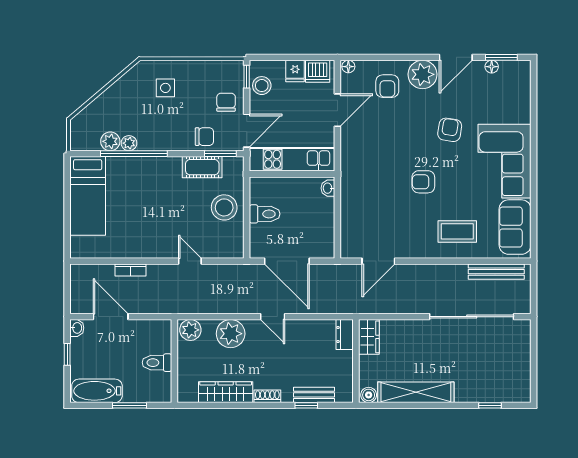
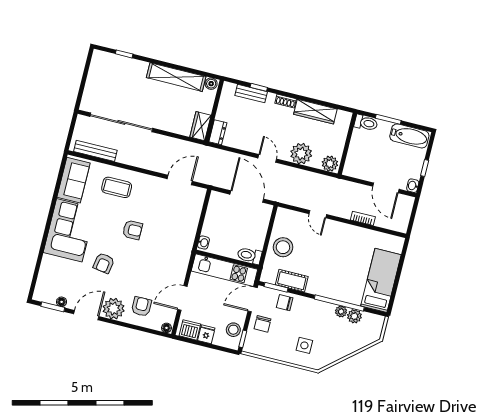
toilet: (265, 214) -> (249, 256), moved
toilet: (157, 363) -> (366, 123), moved

